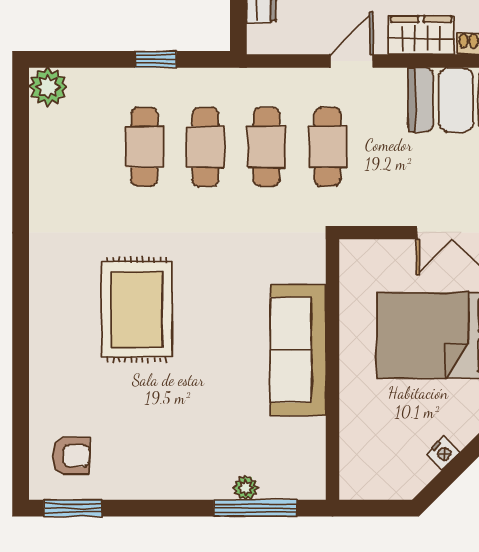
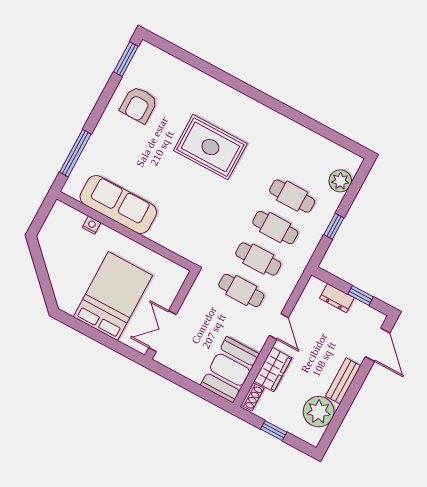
plant: (48, 87) -> (340, 181), moved
sofa: (298, 350) -> (118, 205), moved
nightstand: (443, 453) -> (91, 225), moved, turned 135
armchair: (71, 456) -> (139, 105), moved, width x1.38, depth x1.38
plant: (246, 488) -> (89, 154), removed

